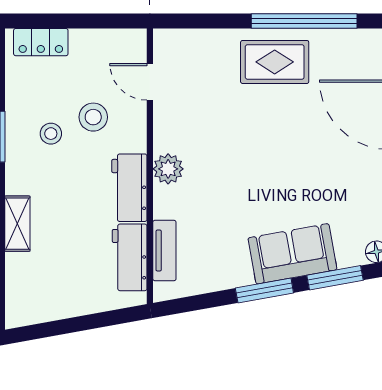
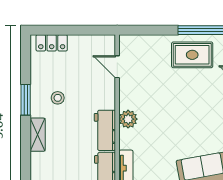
stool: (93, 117) -> (83, 88), removed
shelving: (17, 224) -> (38, 135), moved

